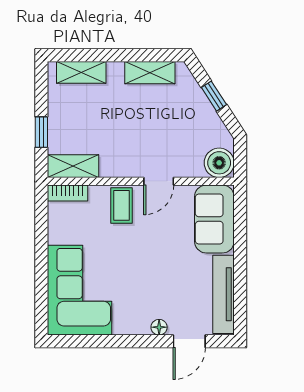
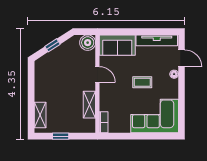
shelving: (150, 73) -> (40, 79), removed
window: (41, 132) -> (61, 136), moved
shelving: (73, 166) -> (89, 105), moved
coffee table: (121, 205) -> (142, 82), moved

